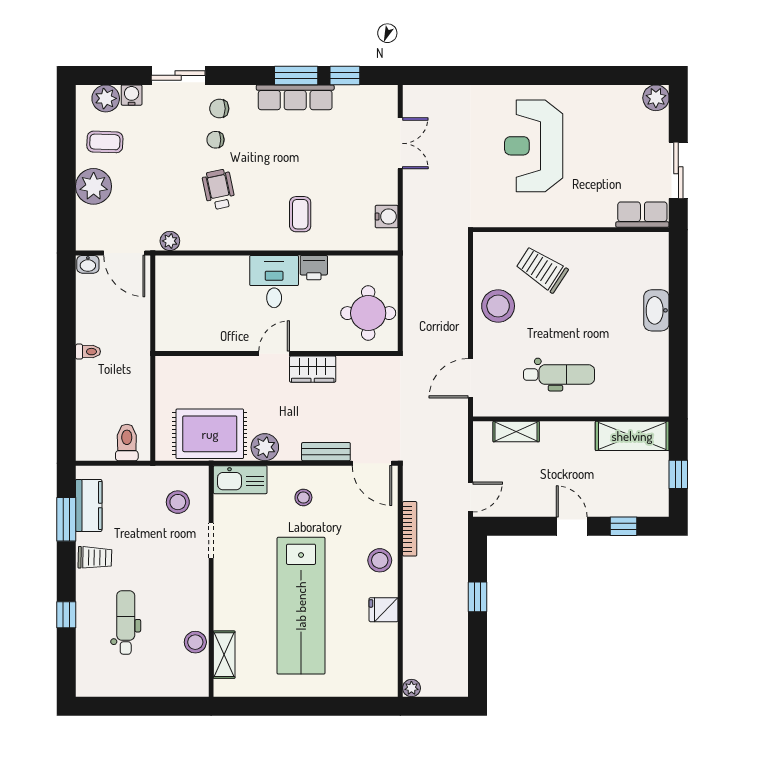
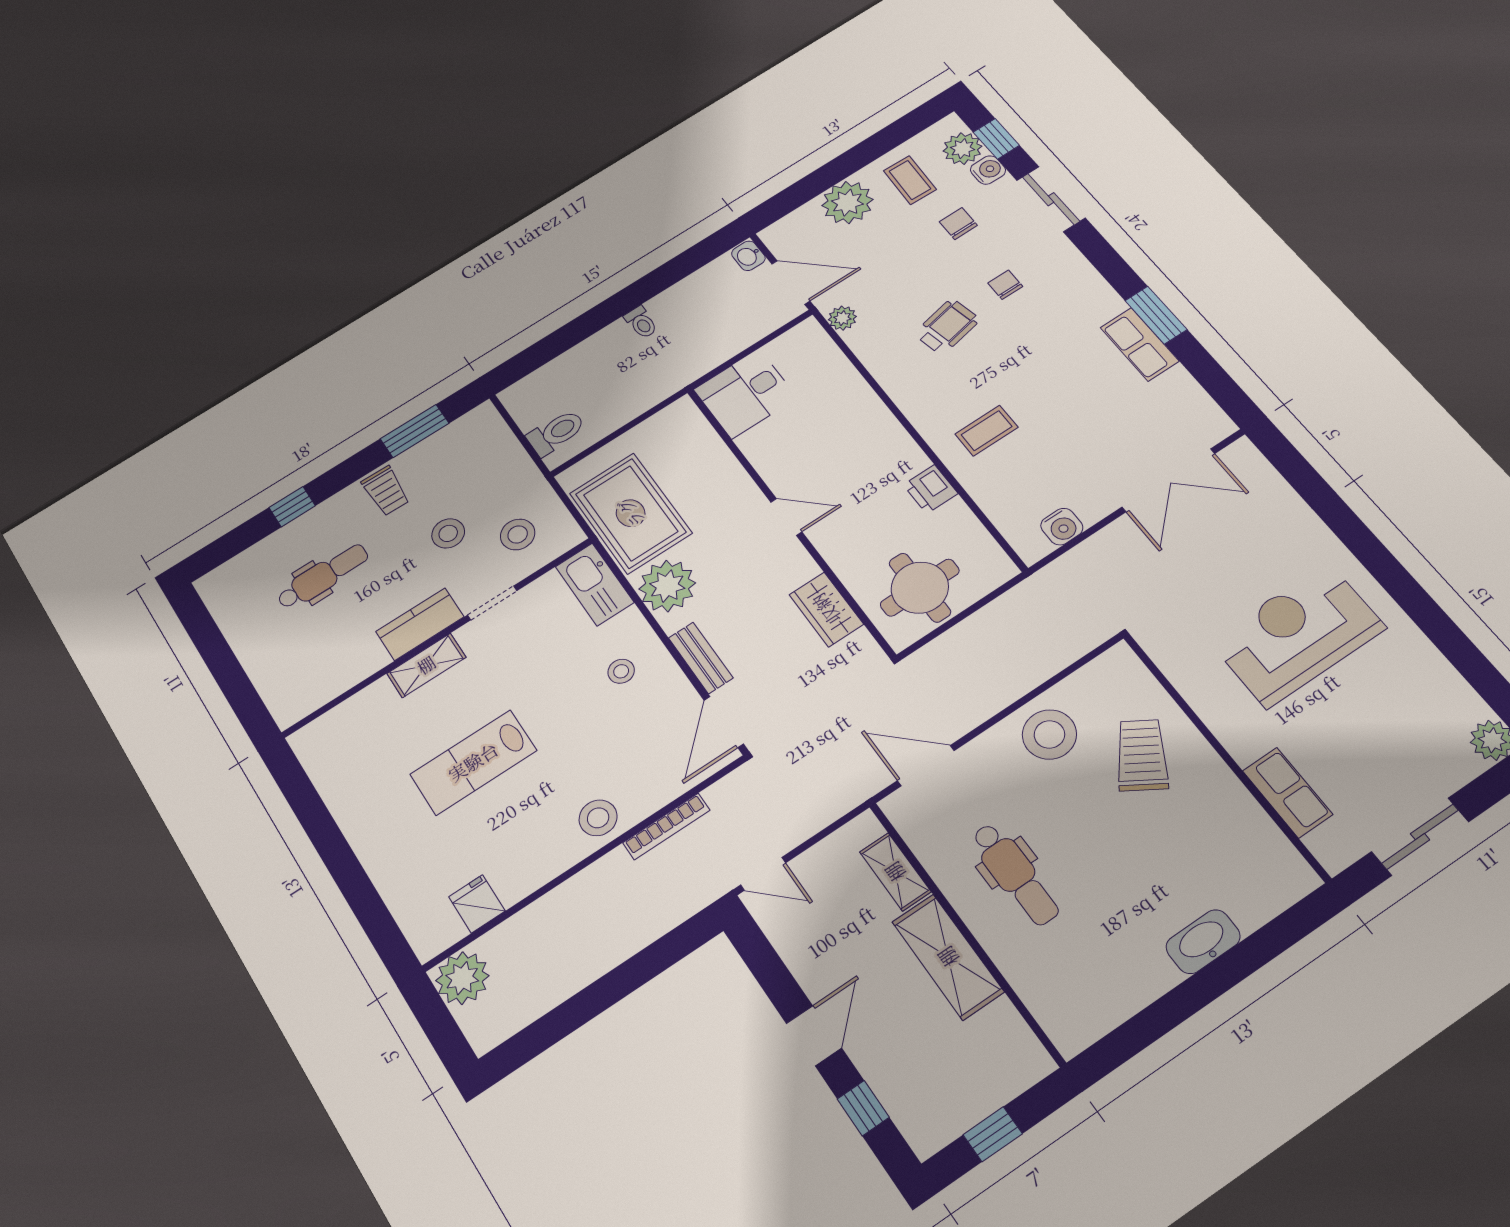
window: (345, 75) -> (996, 139), moved
row of seats: (295, 97) -> (1140, 344), width x0.68
chair: (219, 109) -> (958, 224), moved
double door: (400, 143) -> (1168, 480), width x1.37
row of seats: (642, 215) -> (1288, 793), moved
door: (124, 253) -> (791, 282), swing flipped
desk: (274, 282) -> (745, 393), moved, turned 180
wardrobe: (313, 369) -> (826, 609), moved
shelving: (632, 436) -> (948, 957), moved
plant: (265, 447) -> (667, 586), width x1.36, depth x1.36
kitchen counter: (89, 505) -> (420, 624), moved, turned 180
window: (477, 597) -> (629, 976), removed
lab bench: (301, 606) -> (473, 762), width x0.54, depth x0.72
fridge: (384, 610) -> (477, 904), moved
stool: (195, 642) -> (448, 533), moved
shelving: (224, 655) -> (426, 665), moved
plant: (411, 688) -> (462, 978), width x1.88, depth x1.88

